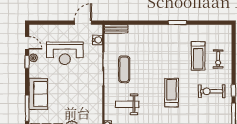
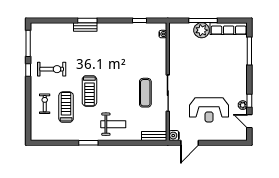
water cooler: (97, 40) -> (174, 136), moved
reception desk: (65, 53) -> (209, 110), turned 180
treadmill: (172, 93) -> (89, 91), moved
sofa: (38, 94) -> (237, 66), removed
weight bench: (127, 104) -> (113, 124), moved

